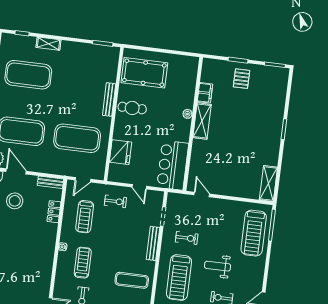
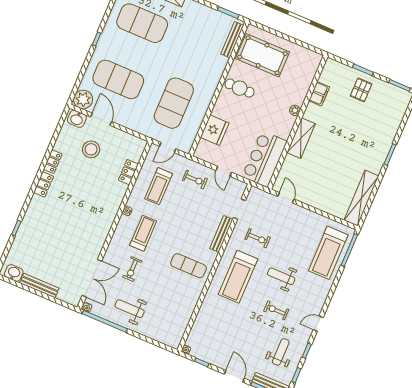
bench: (109, 100) -> (232, 40), moved
shelving: (202, 121) -> (301, 138), moved
exercise mat: (77, 138) -> (174, 103), turned 90
bench: (50, 182) -> (133, 141), removed
shelving: (268, 184) -> (361, 198), width x1.47

